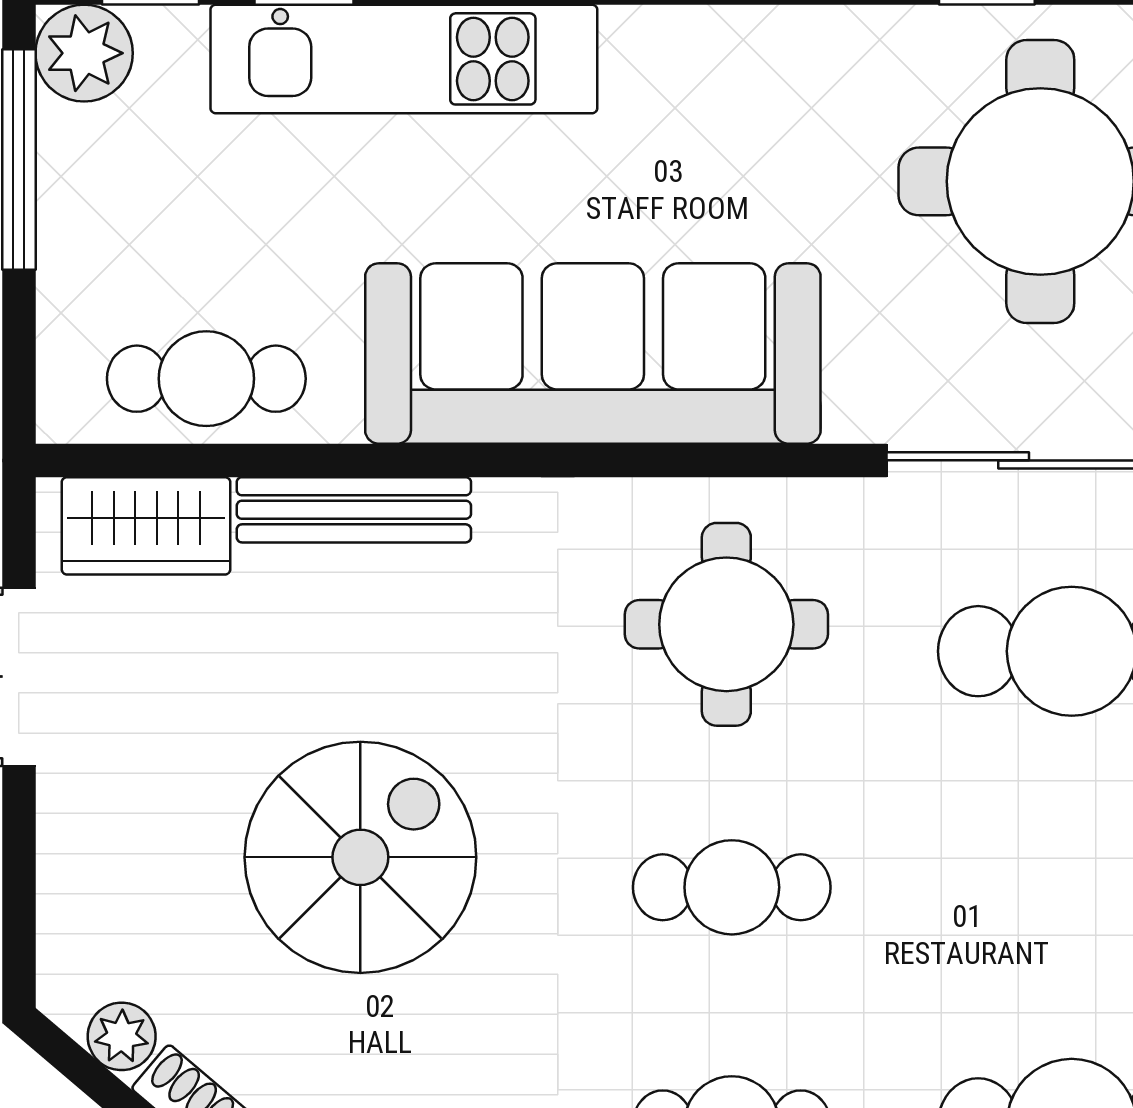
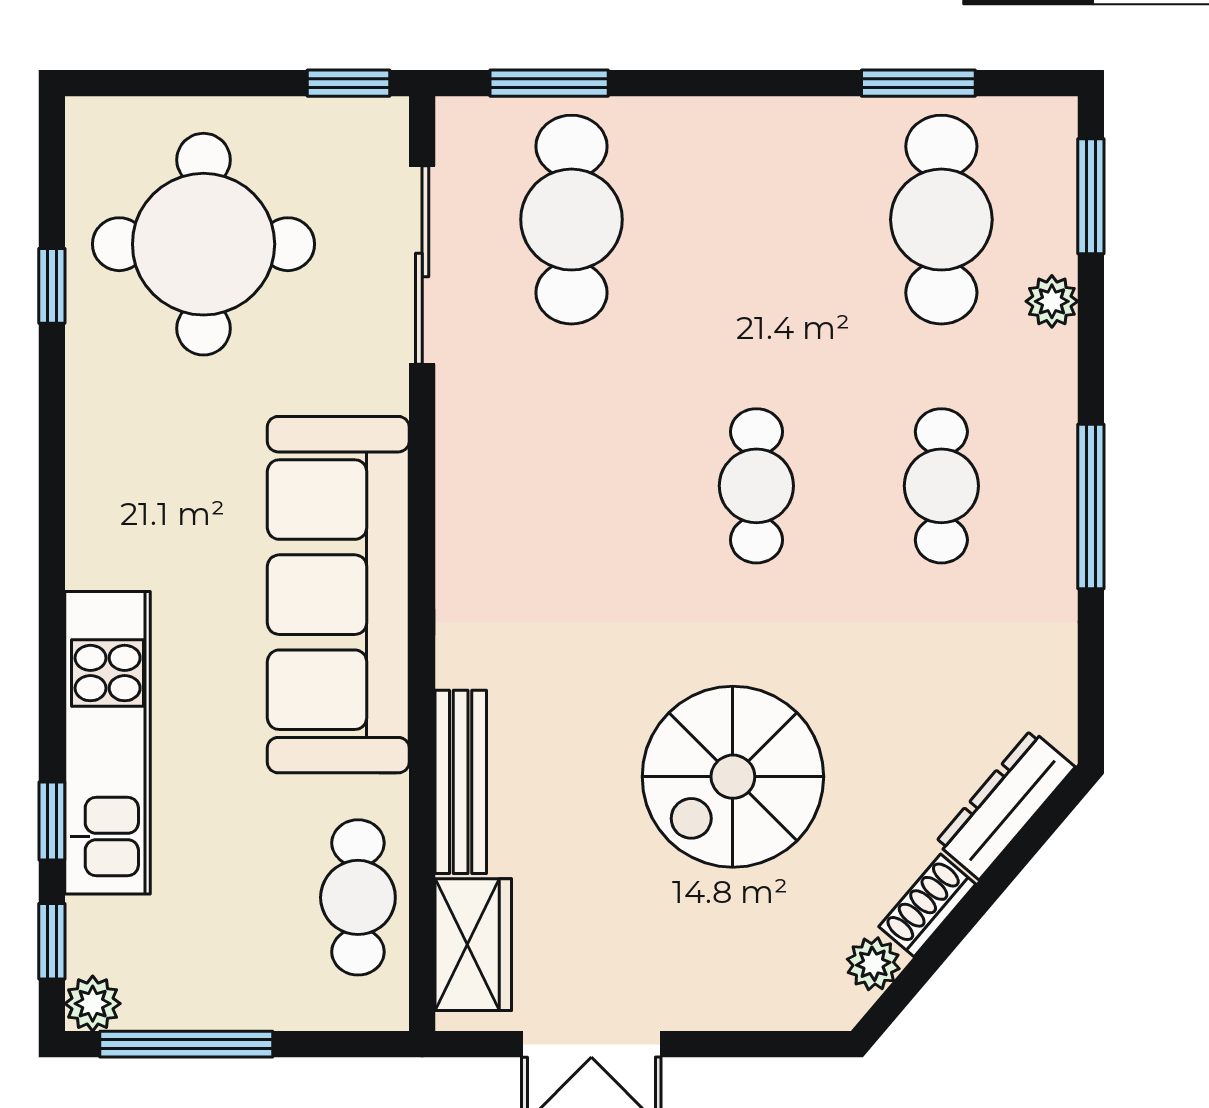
plant: (84, 53) -> (93, 1004), width x0.73, depth x0.73
round table: (726, 624) -> (550, 490), removed
spiral stairs: (360, 857) -> (733, 777), turned -90

